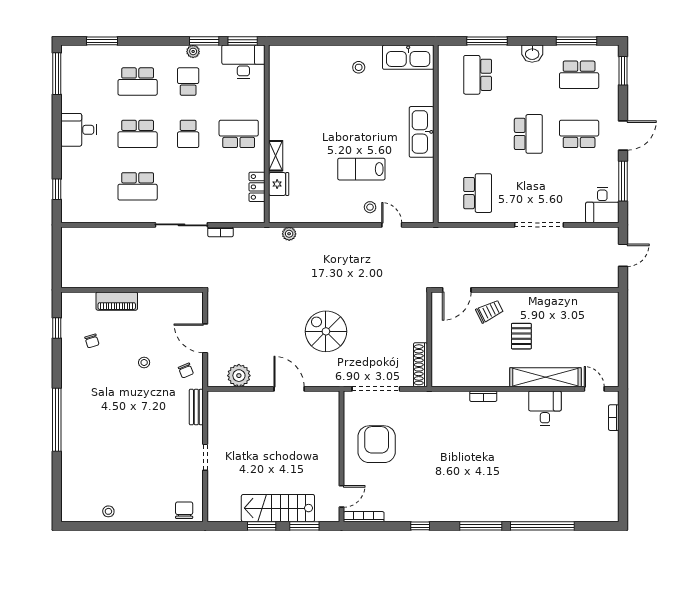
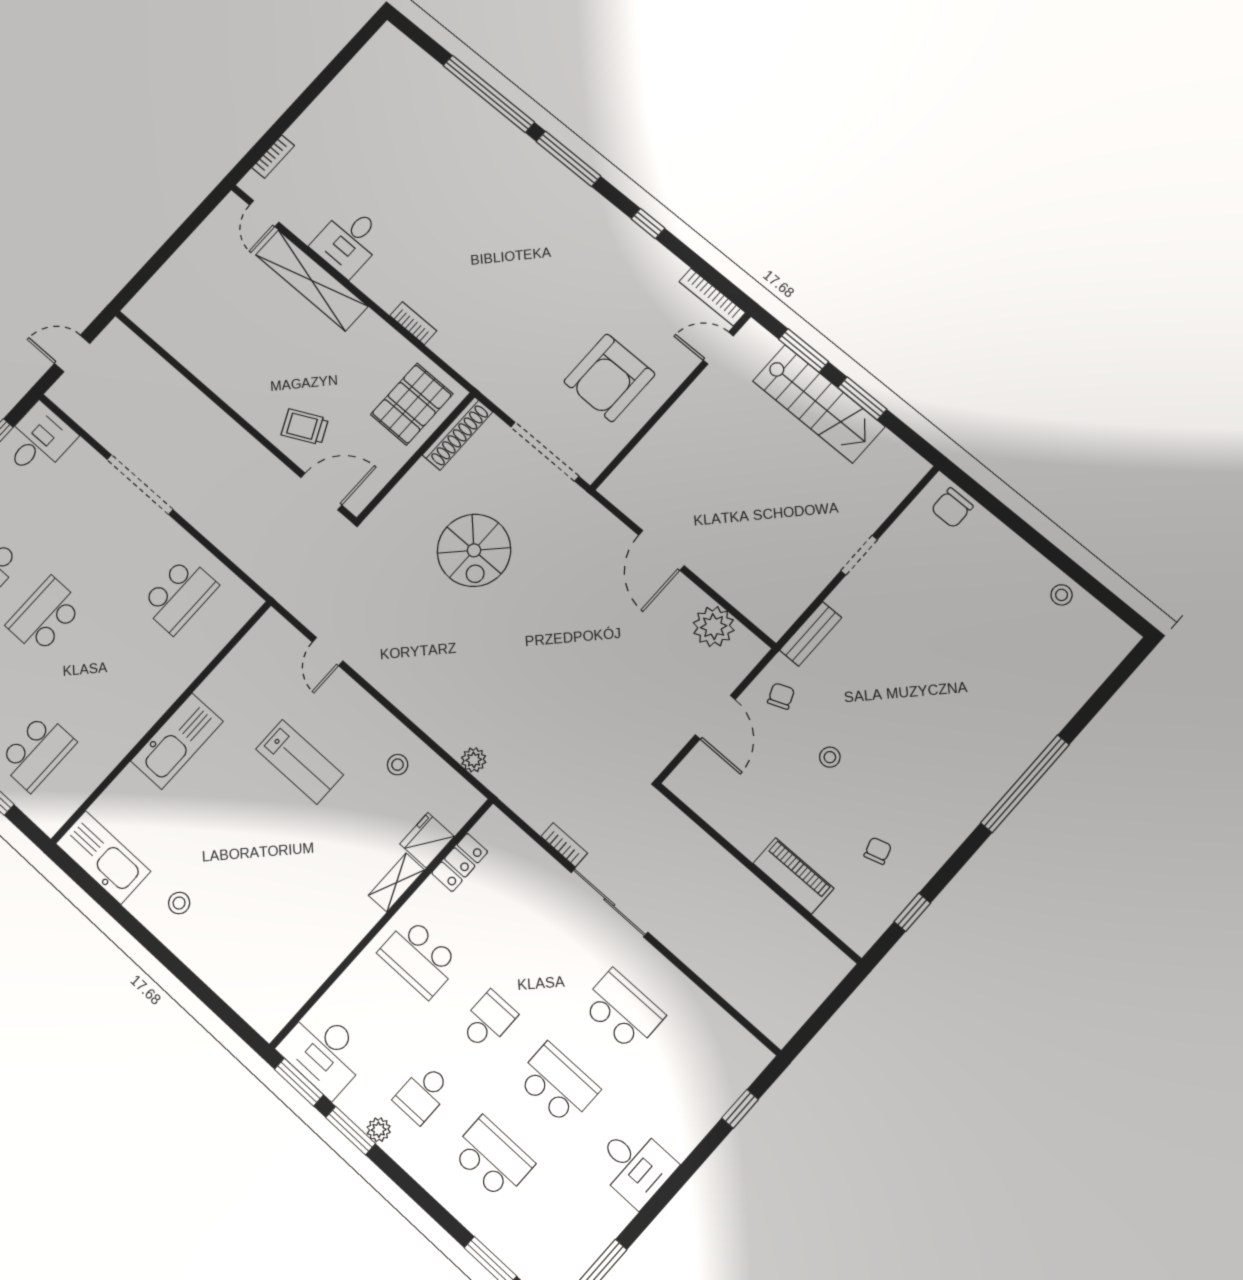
school desk: (478, 193) -> (179, 595), turned 180
stool: (370, 207) -> (398, 765), moved
spiral stairs: (326, 331) -> (474, 550), moved
pallet: (521, 336) -> (412, 404), moved, width x1.50, depth x1.42

